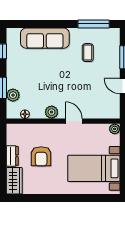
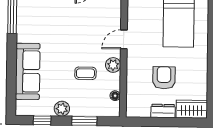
coffee table: (88, 53) -> (85, 73), moved
plant: (13, 95) -> (62, 109), moved
armchair: (41, 156) -> (164, 78), turned -90

